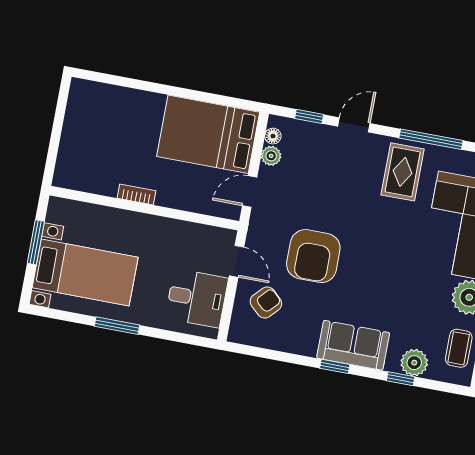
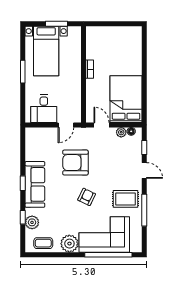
armchair: (266, 302) -> (87, 197), moved, turned -107
sofa: (353, 345) -> (35, 184), width x1.36

